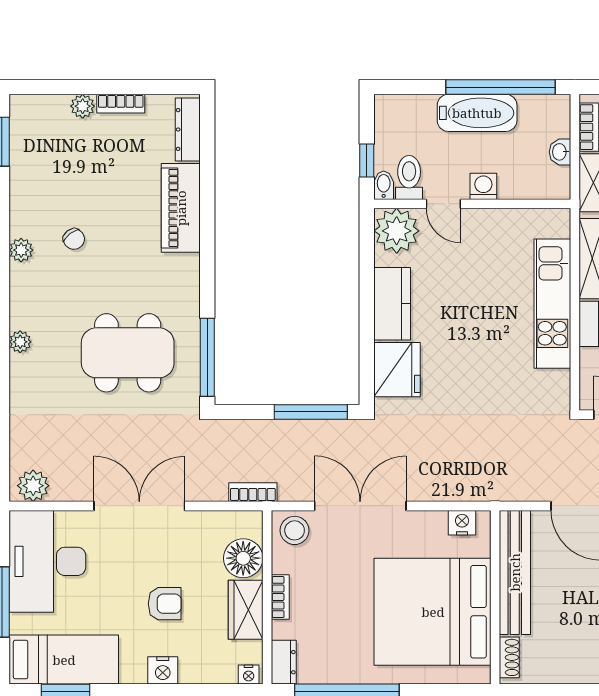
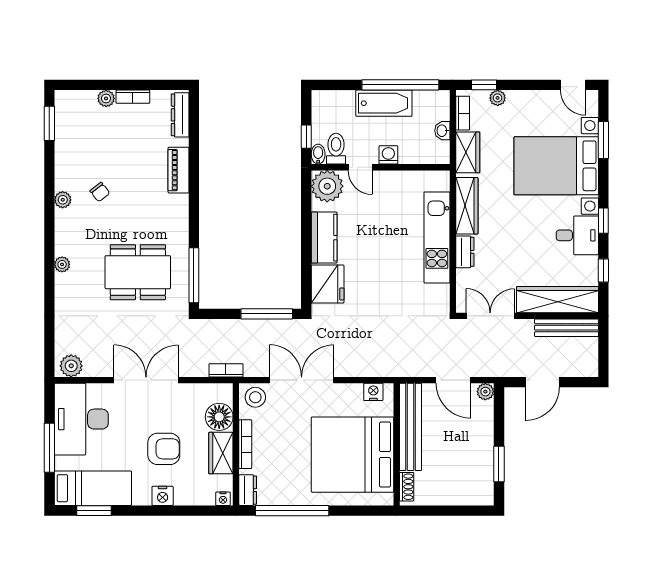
piano: (181, 208) -> (179, 170), width x0.73, depth x0.75
bookcase: (280, 597) -> (245, 444), width x1.56
armchair: (165, 604) -> (164, 449), width x1.38, depth x1.38

